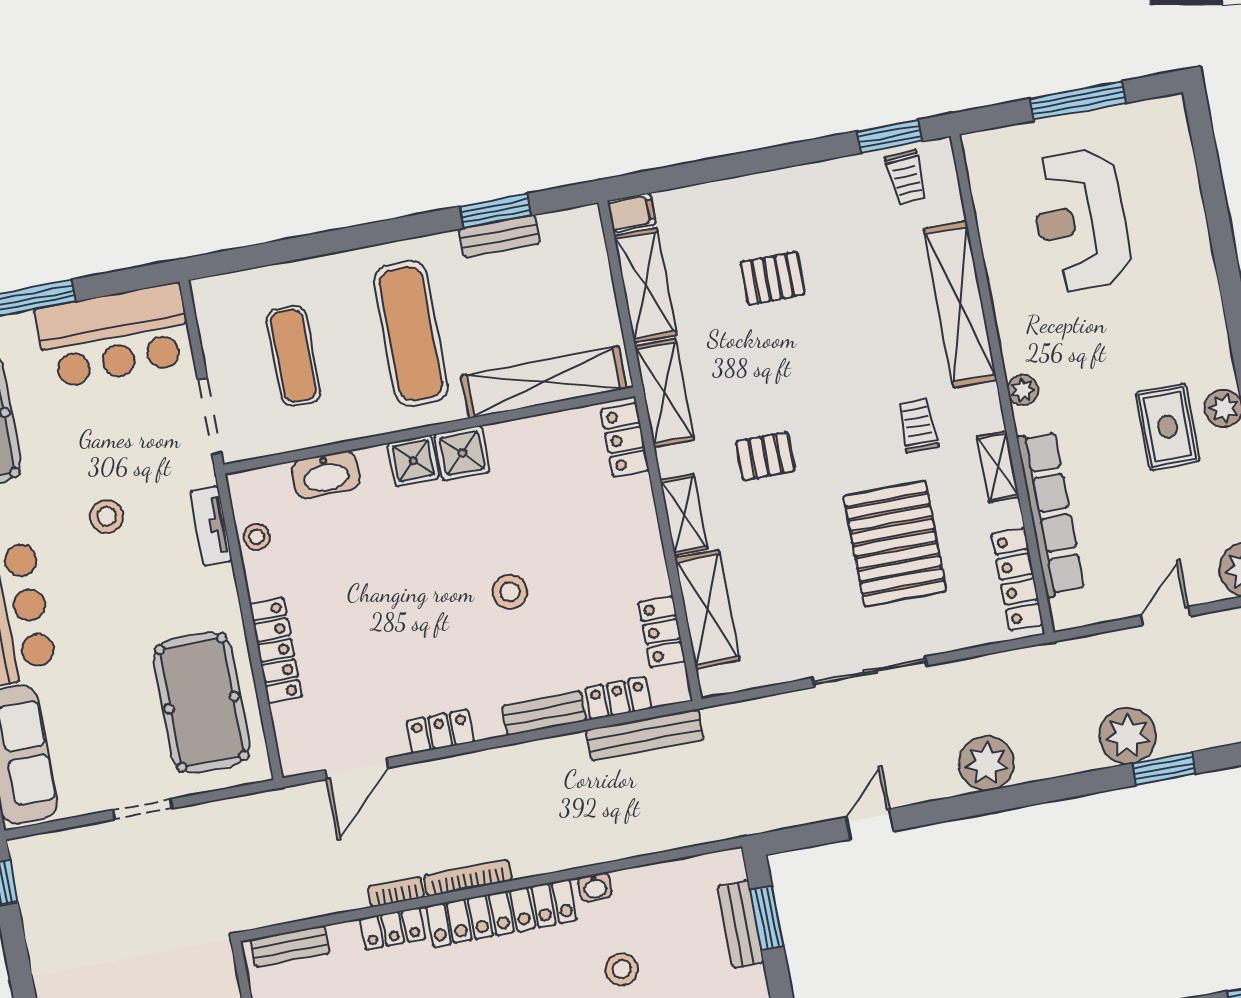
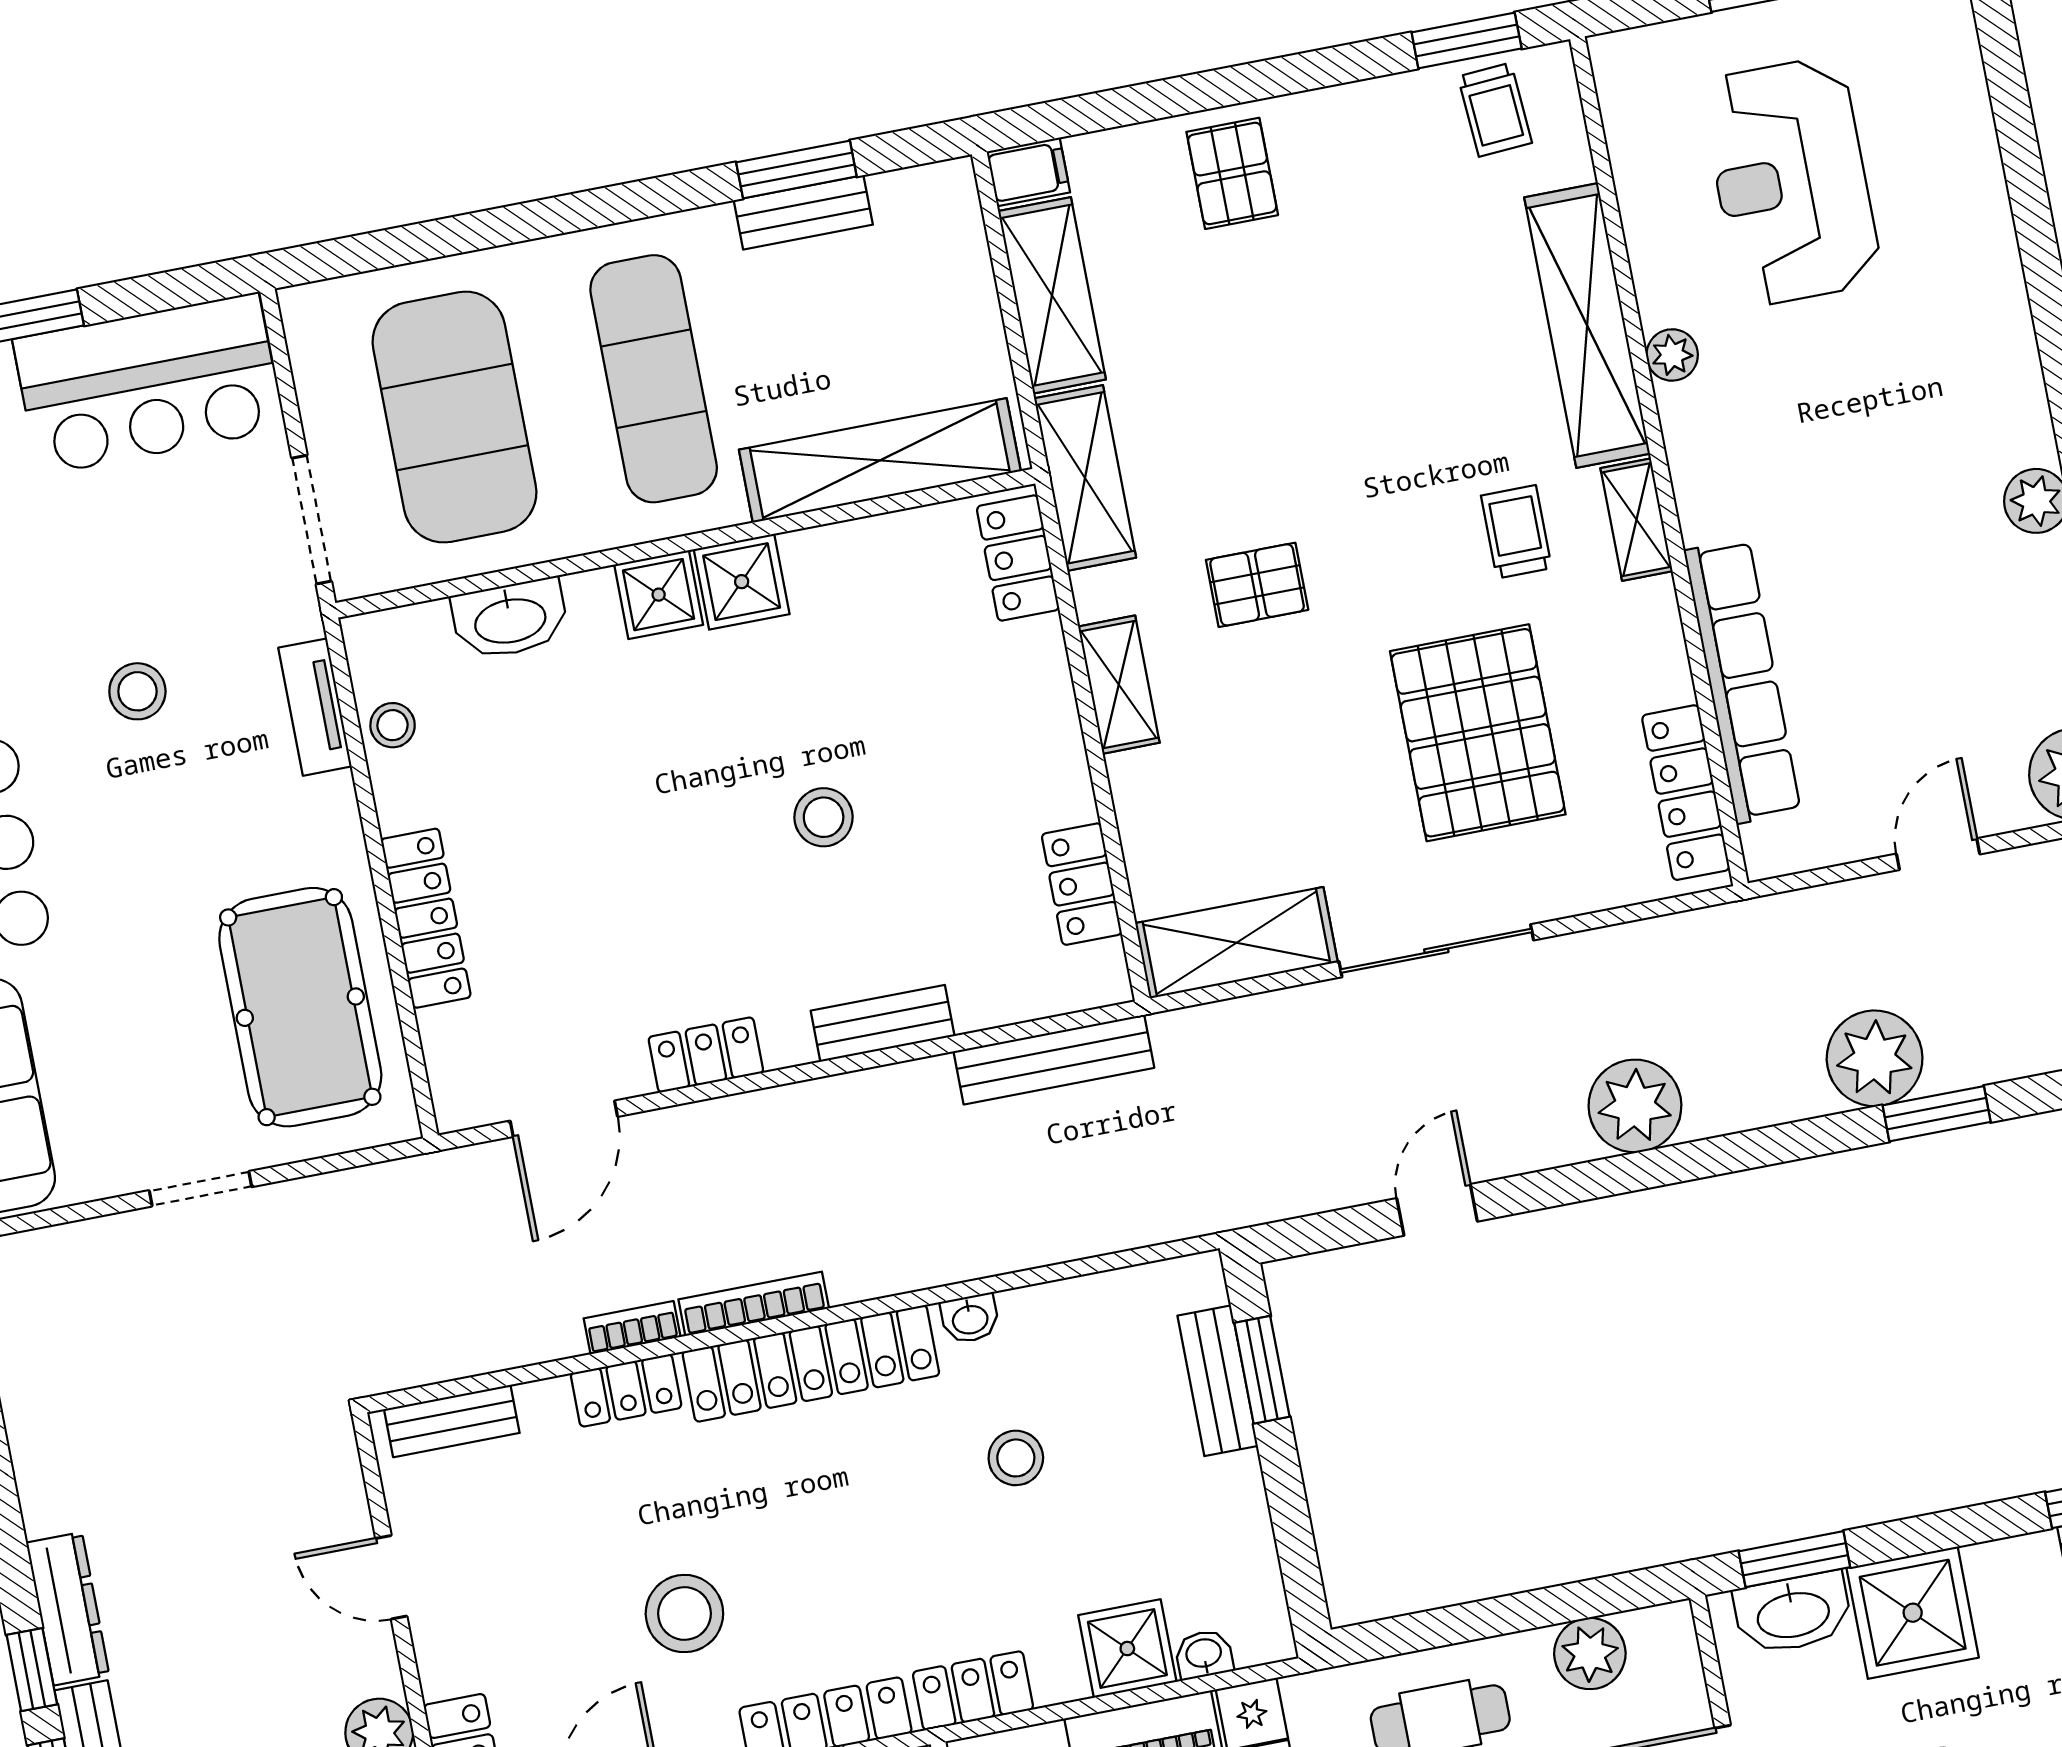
pallet: (773, 278) -> (1232, 173), moved, turned 90
exercise mat: (294, 356) -> (454, 417), width x2.00, depth x1.45
plant: (1023, 390) -> (1672, 355), moved
rug: (1168, 427) -> (1941, 533), removed
shelving: (998, 467) -> (1637, 520), moved
shelving: (707, 609) -> (1236, 943), moved, turned 90
locker: (618, 698) -> (1008, 997), removed

